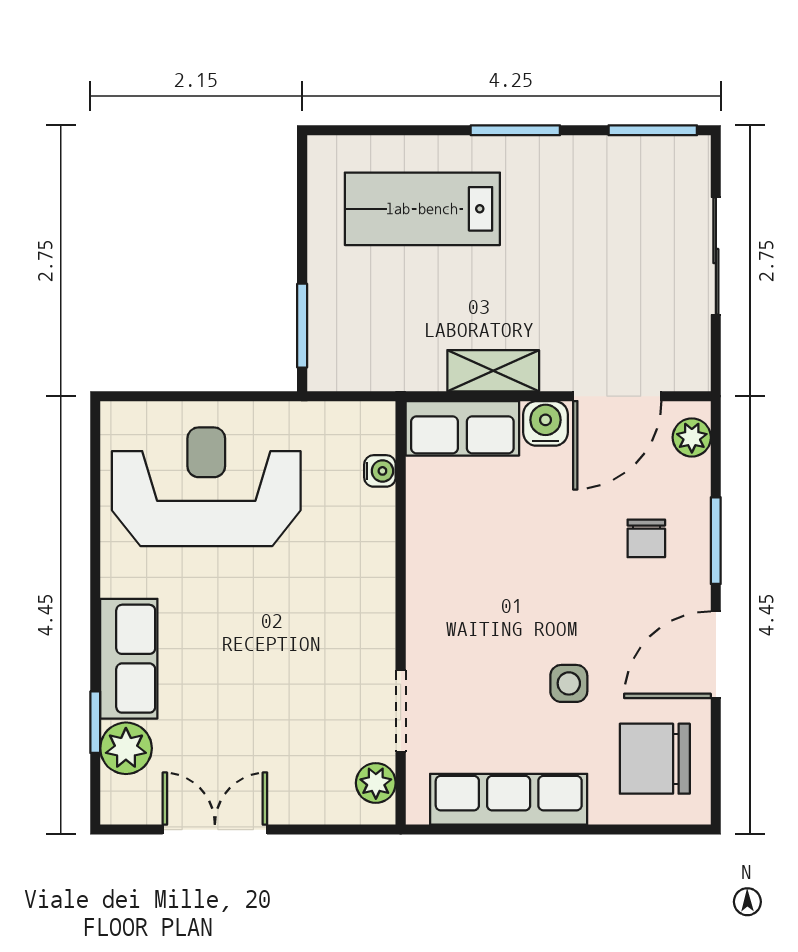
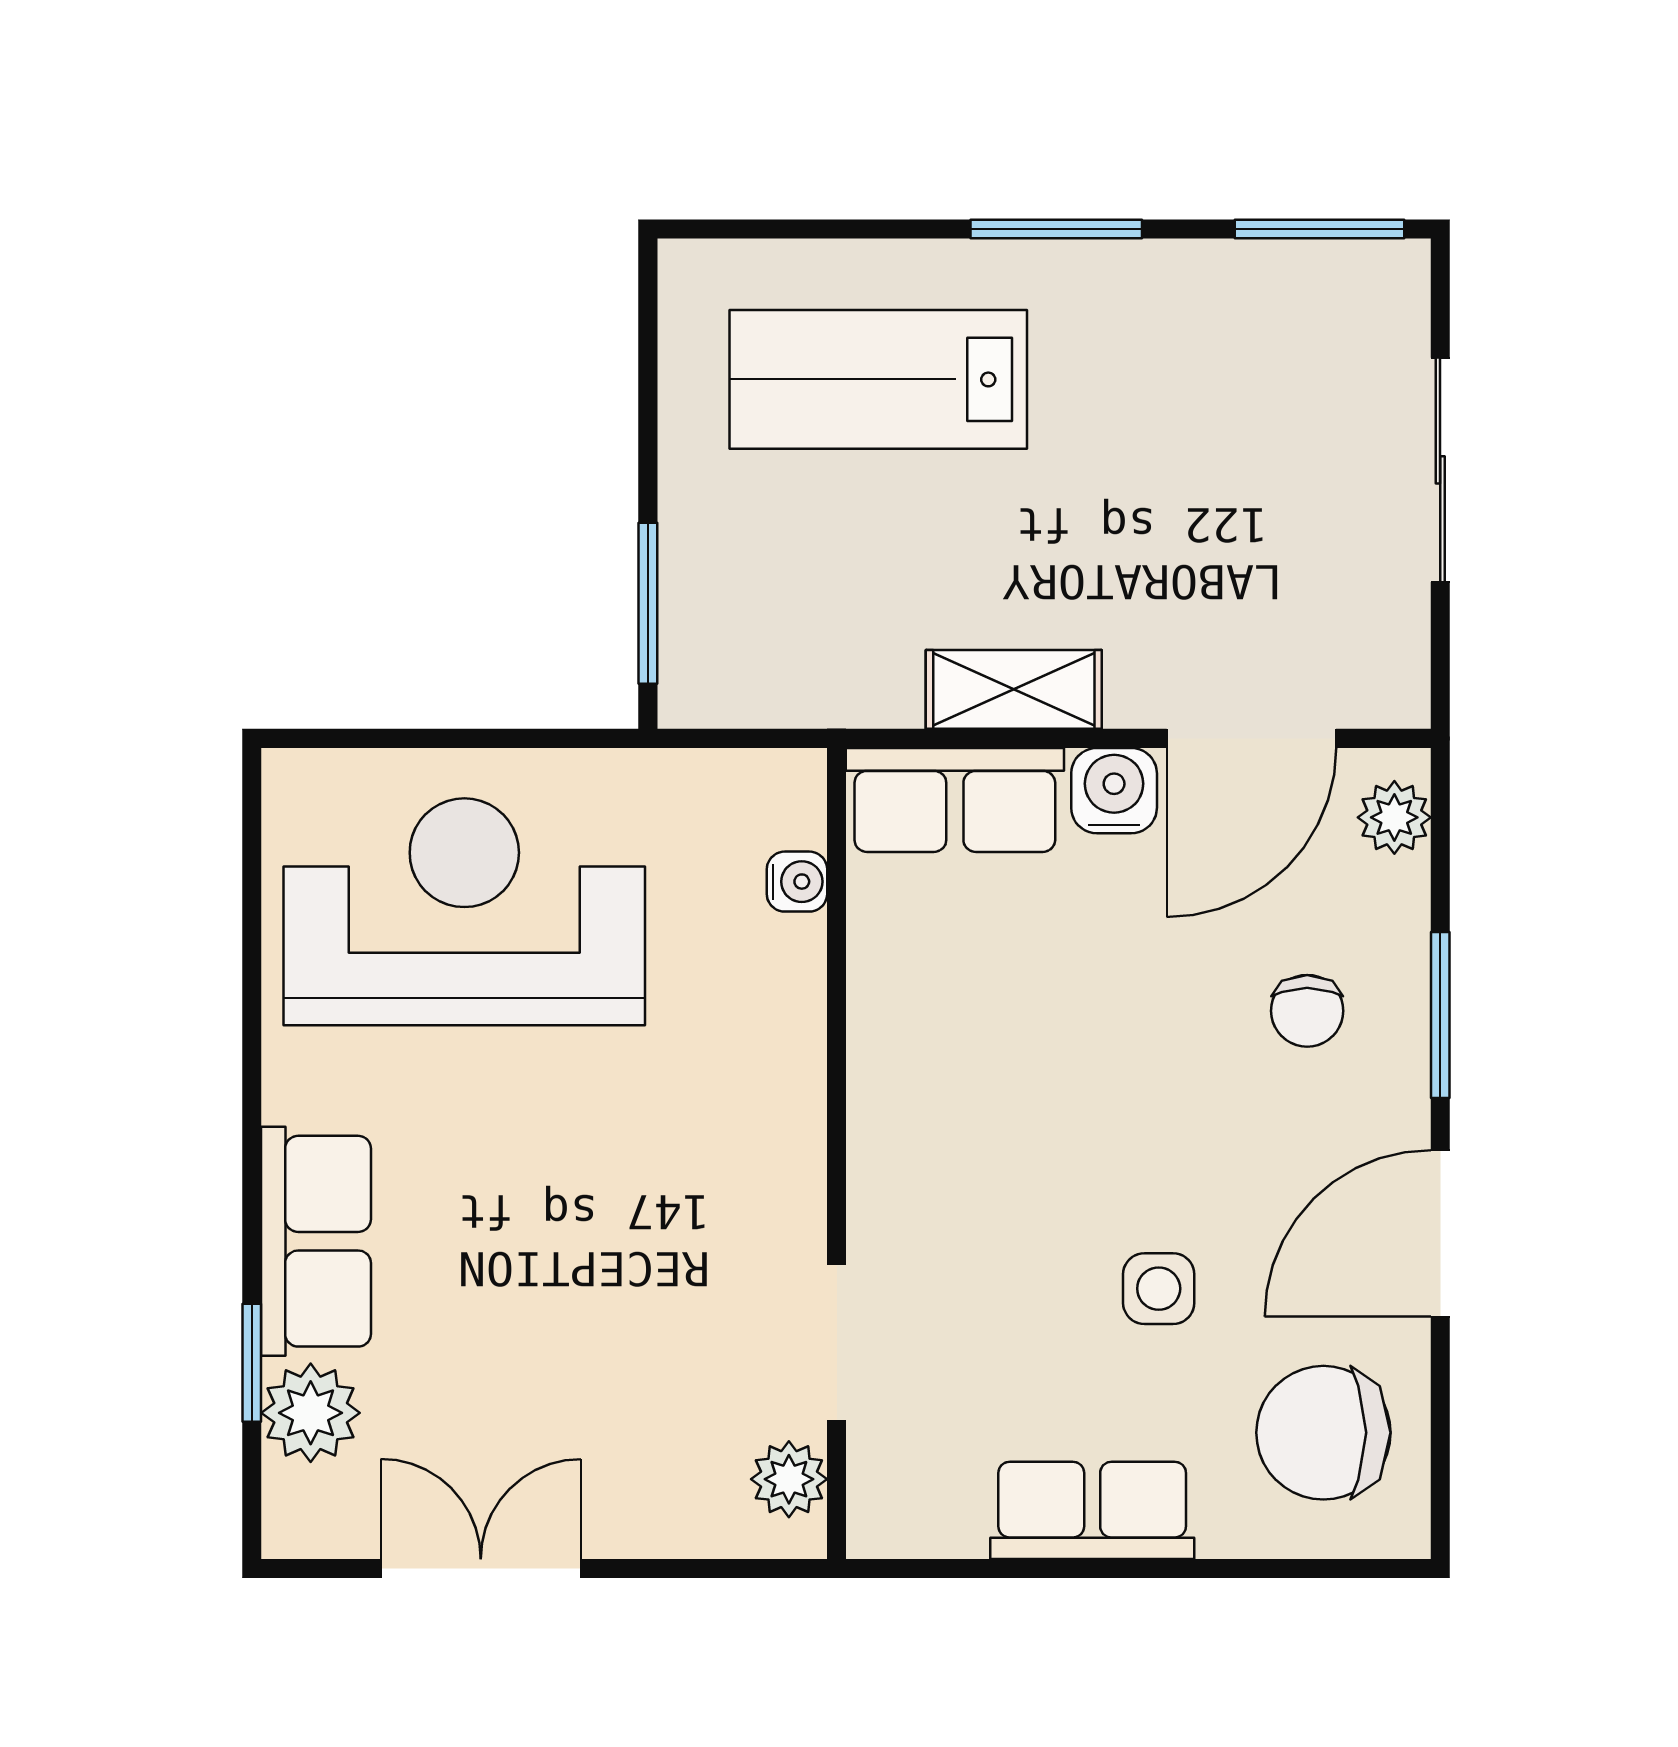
row of seats: (509, 799) -> (1092, 1510), width x0.68

